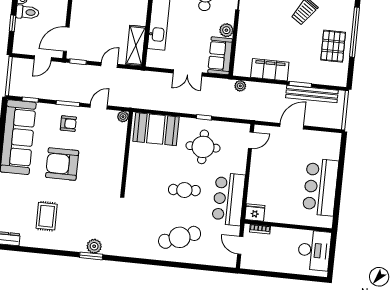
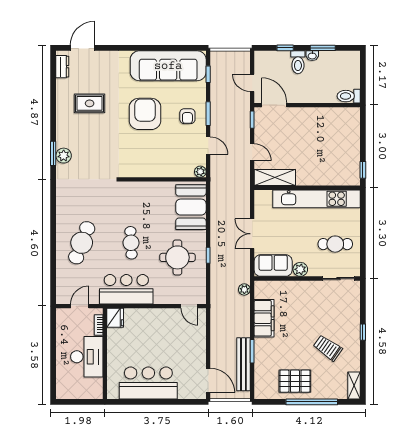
door: (292, 126) -> (208, 380), moved
cafe table: (180, 237) -> (82, 243), turned 42
desk: (314, 250) -> (87, 357), moved, turned -90

